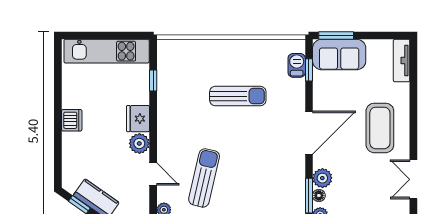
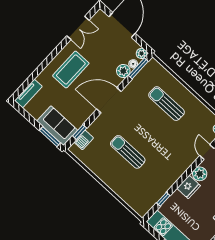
sun lounger: (204, 178) -> (167, 104), moved, turned 77

